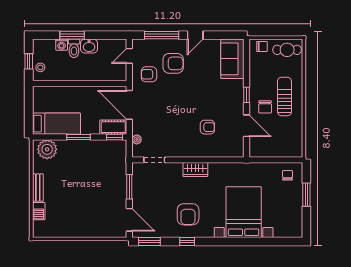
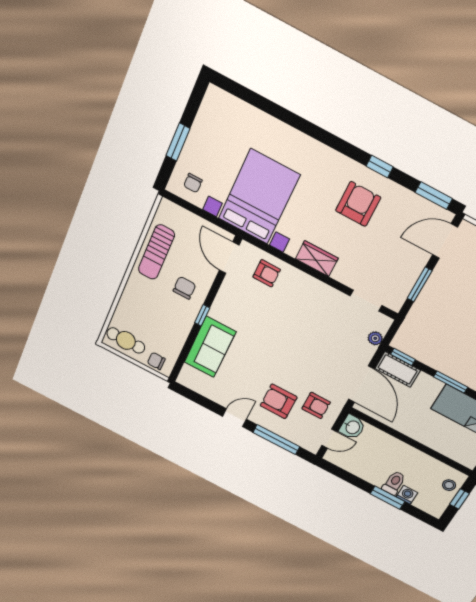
washbasin: (89, 46) -> (352, 427), moved, turned 90
sofa: (232, 59) -> (210, 347), moved
sun lounger: (284, 97) -> (156, 252), moved
door: (246, 126) -> (229, 258), moved
armchair: (207, 127) -> (267, 273), moved, turned 180
bed with nightstands: (244, 212) -> (259, 197), moved, turned 180
door: (129, 220) -> (445, 241), hinge flipped

